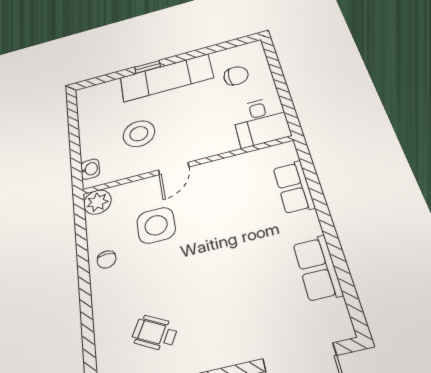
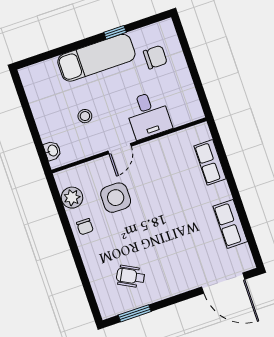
window: (148, 67) -> (115, 32), moved
desk: (261, 122) -> (148, 115), moved
stool: (139, 134) -> (85, 116), width x0.53, depth x0.53
plant: (97, 202) -> (72, 198), moved

